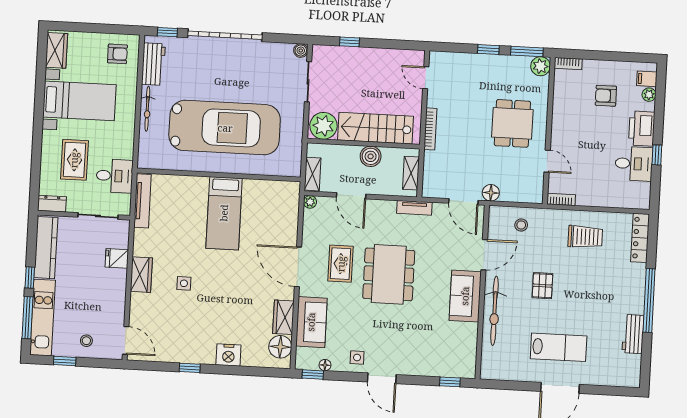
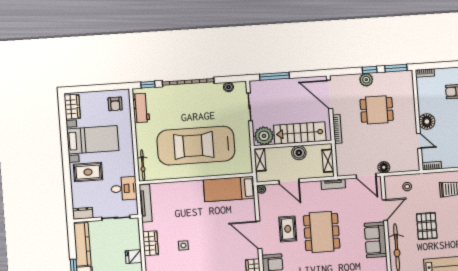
window: (349, 42) -> (274, 76), width x2.17
boiler: (301, 51) -> (228, 87), moved
armchair: (117, 54) -> (115, 104), turned 90
plant: (541, 66) -> (366, 80), moved
door: (426, 78) -> (330, 94), width x1.88
bicycle: (147, 109) -> (143, 165), moved
dining table: (512, 123) -> (377, 110), moved, turned 90
car: (225, 128) -> (196, 146), turned 180
floor lamp: (562, 134) -> (427, 121), added
rug: (74, 160) -> (88, 172), moved, turned 90
shelving: (313, 174) -> (260, 160), moved
bed: (224, 213) -> (229, 189), moved, turned 90
fridge: (117, 258) -> (134, 257), moved
wardrobe: (141, 275) -> (150, 243), moved
side table: (184, 283) -> (183, 245), moved
pallet: (542, 286) -> (427, 226), width x1.50, depth x1.42

